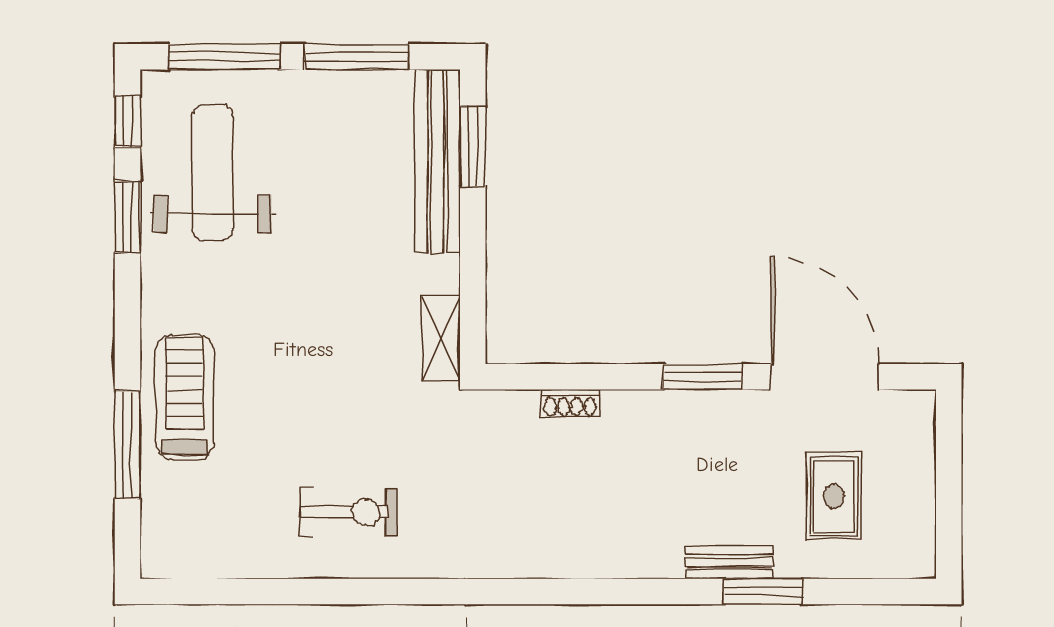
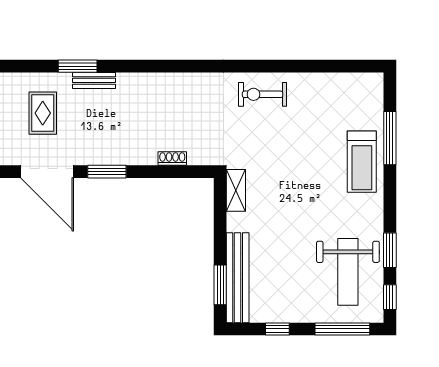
window: (356, 57) -> (277, 329), width x0.46
exercise bike: (349, 512) -> (263, 94), moved

